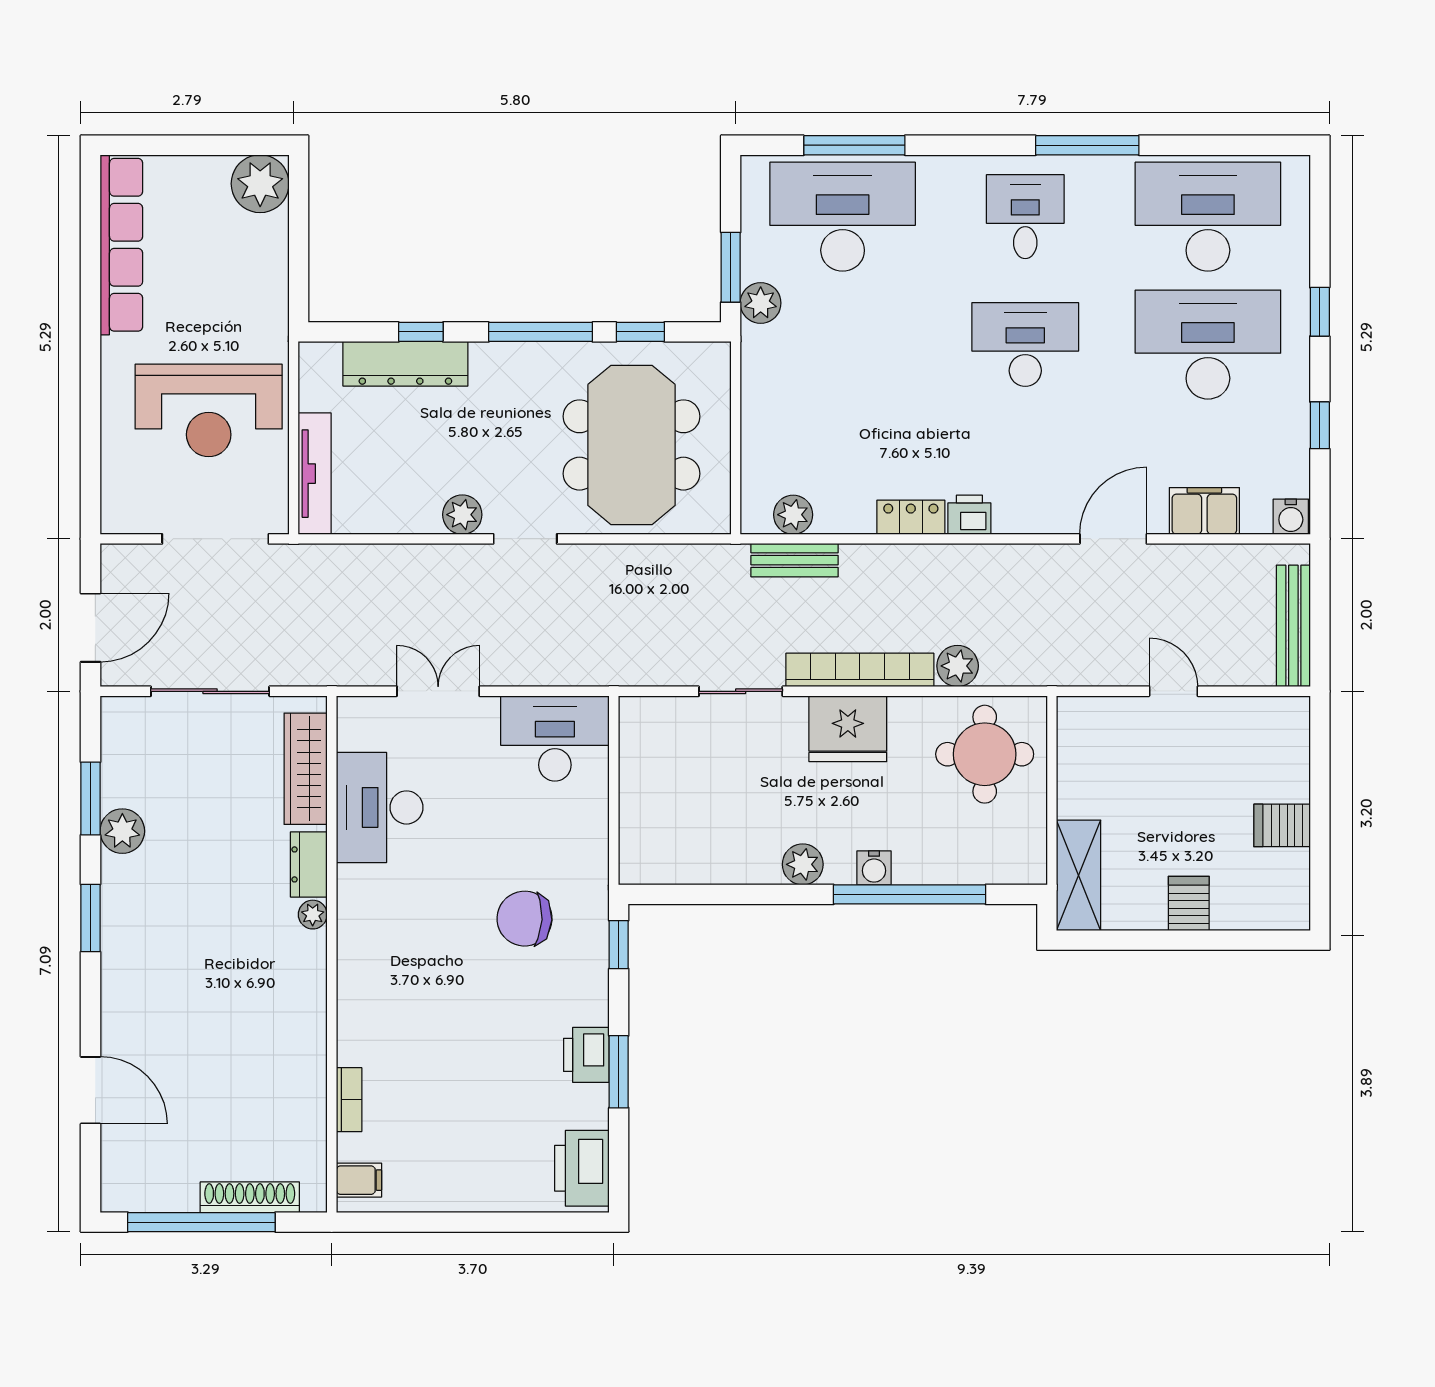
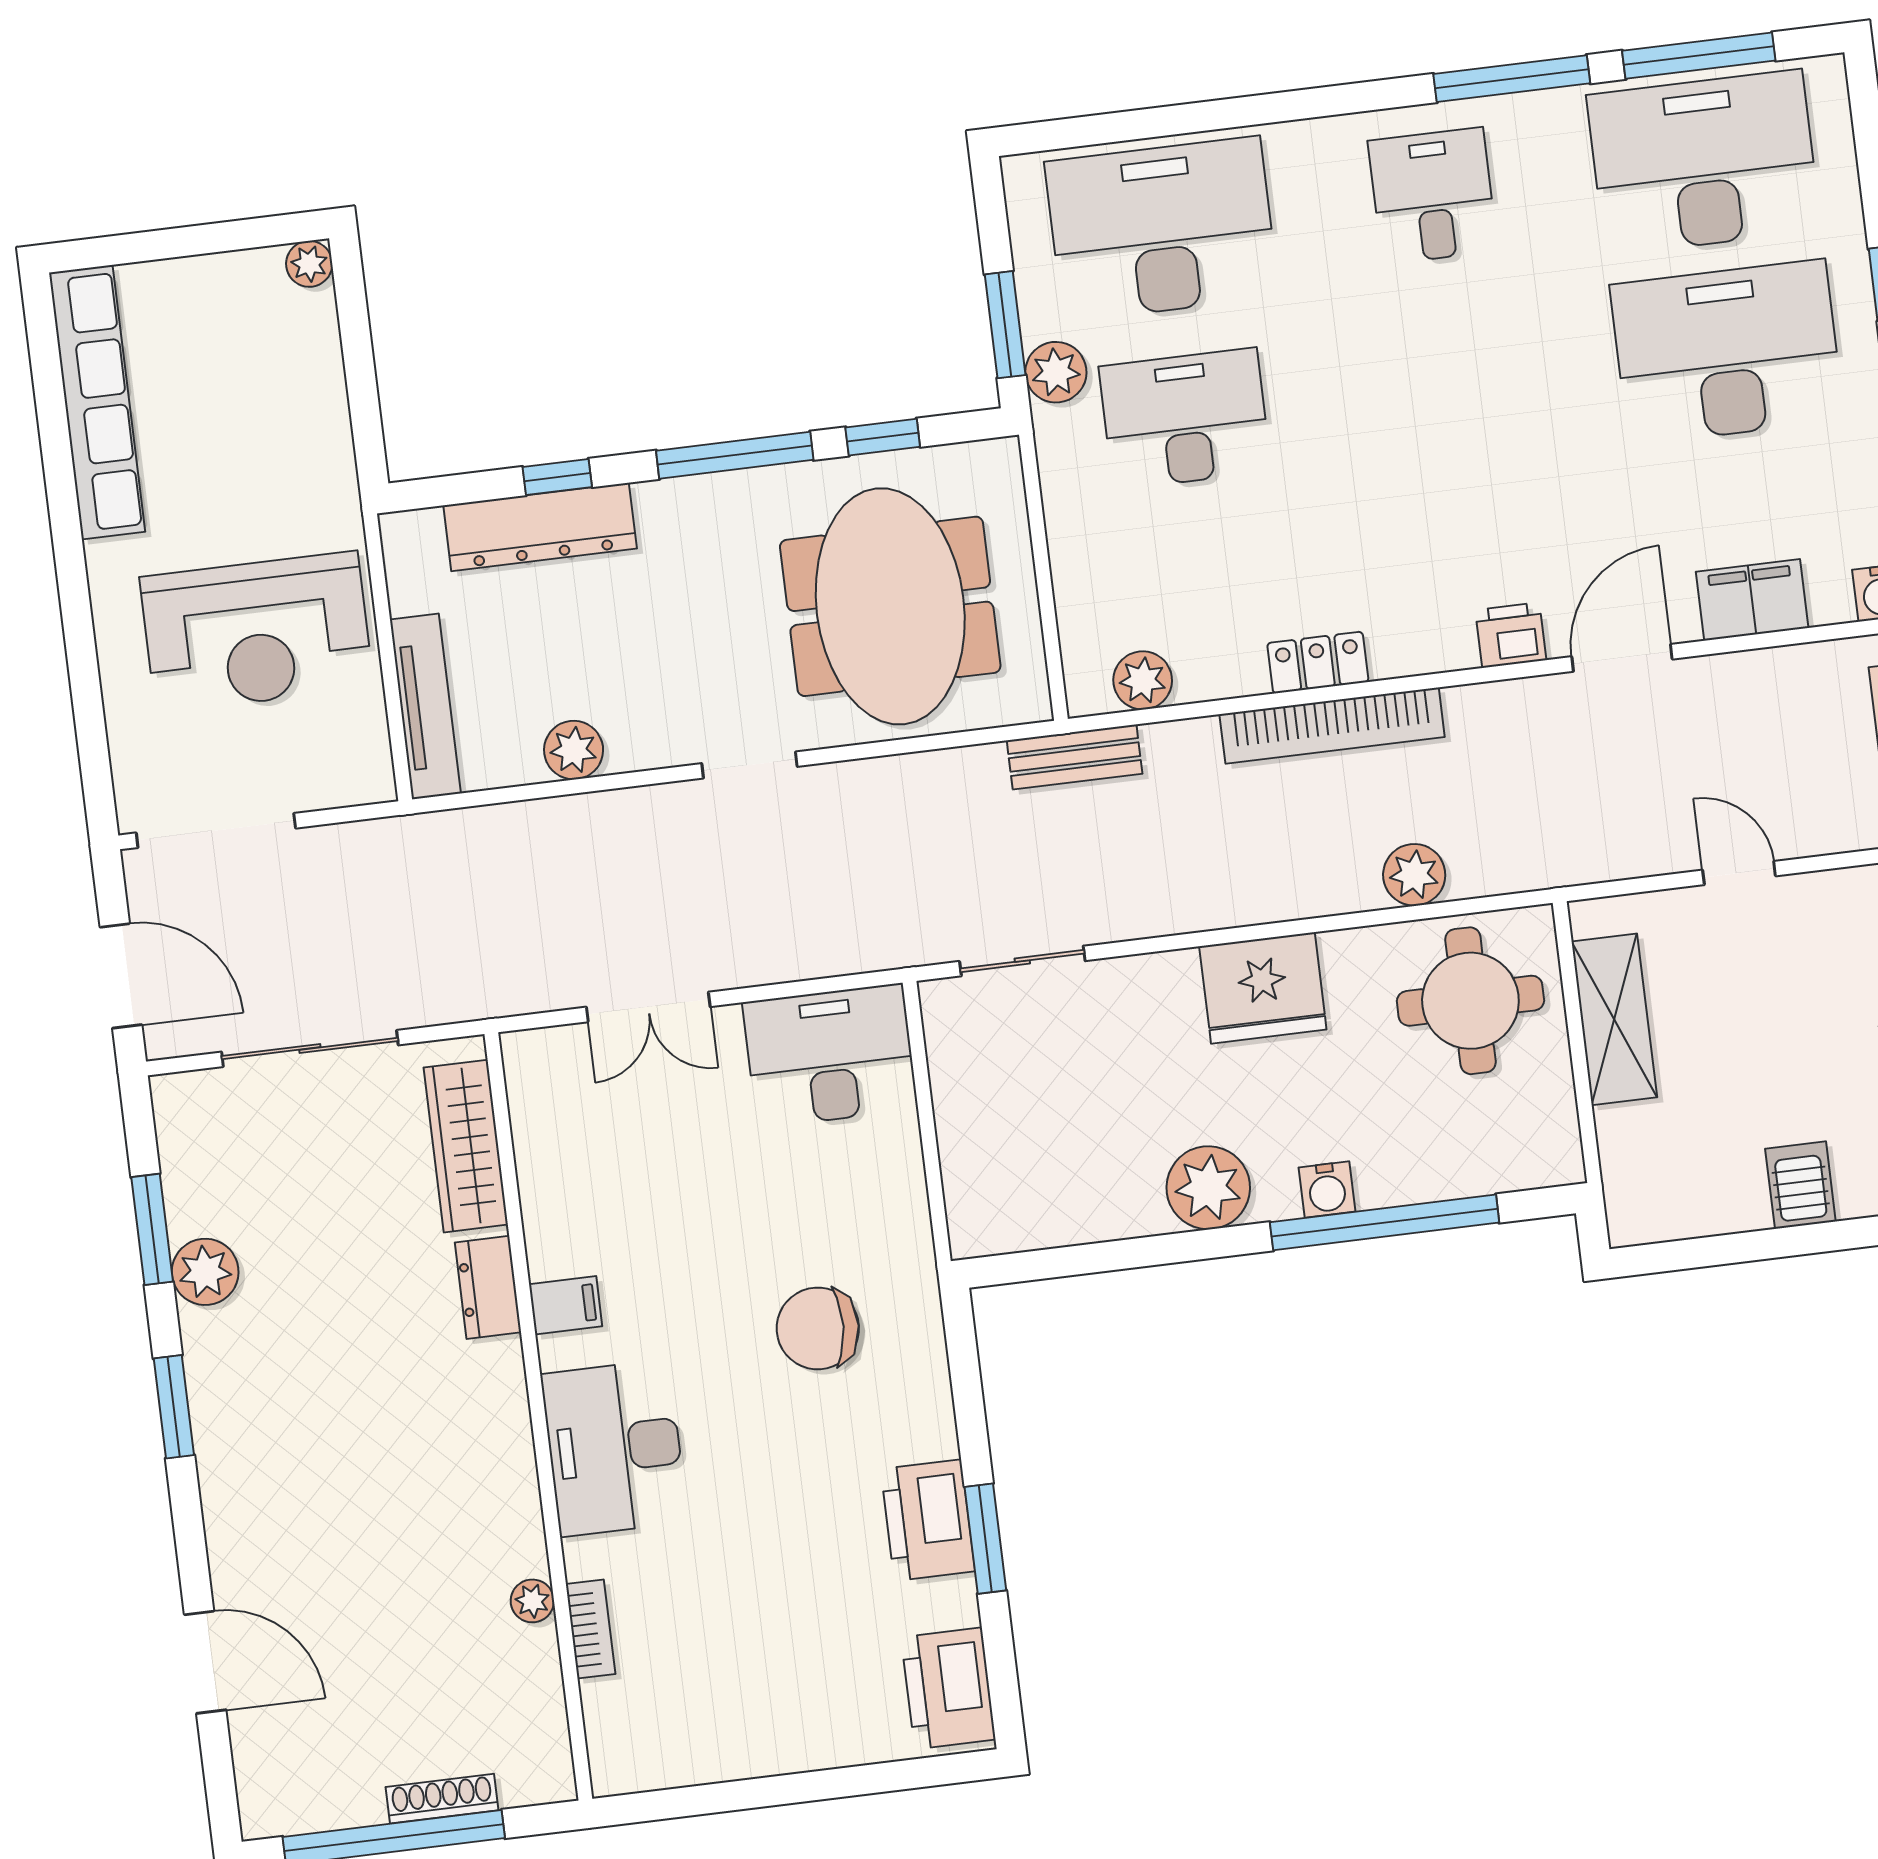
window: (854, 145) -> (1699, 56), moved
plant: (260, 184) -> (309, 264), width x0.53, depth x0.53
desk: (1025, 345) -> (1185, 419), moved
plant: (462, 515) -> (574, 750), moved
printer: (969, 515) -> (1511, 635), moved
doorway: (215, 539) -> (216, 831), moved
bench: (795, 560) -> (1075, 757), moved
door: (91, 628) -> (121, 976), hinge flipped
bookcase: (860, 670) -> (1332, 726), moved, turned 180
double door: (438, 691) -> (648, 1007), swing flipped
sliding door: (741, 691) -> (1022, 961), moved
desk: (380, 807) -> (614, 1448), moved
plant: (803, 864) -> (1208, 1188), width x1.36, depth x1.36
shelving: (1079, 875) -> (1614, 1019), moved
plant: (313, 915) -> (532, 1601), moved
window: (619, 945) -> (962, 1350), removed
printer: (586, 1055) -> (928, 1520), width x1.37, depth x1.19
filing cabinet: (359, 1180) -> (566, 1305), moved
shoe rack: (250, 1197) -> (442, 1799), width x0.74, depth x0.81

